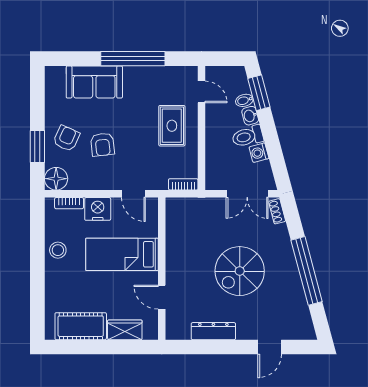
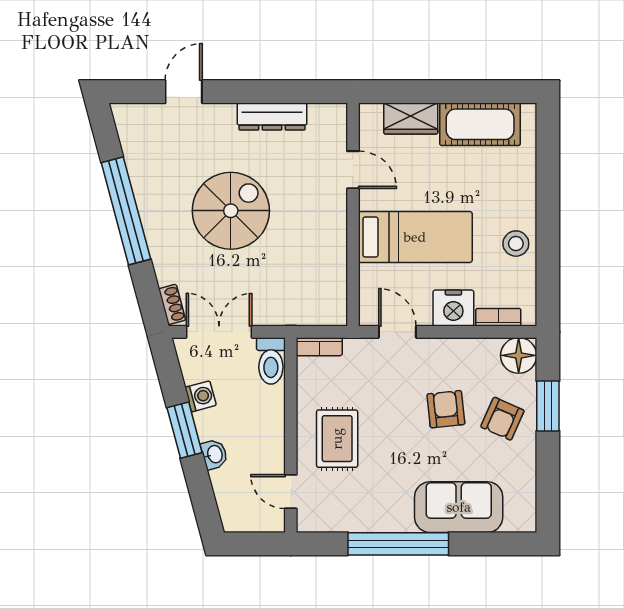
window: (259, 93) -> (185, 430), moved
bidet: (244, 100) -> (223, 478), removed
toilet: (248, 136) -> (271, 361), moved, turned 105

